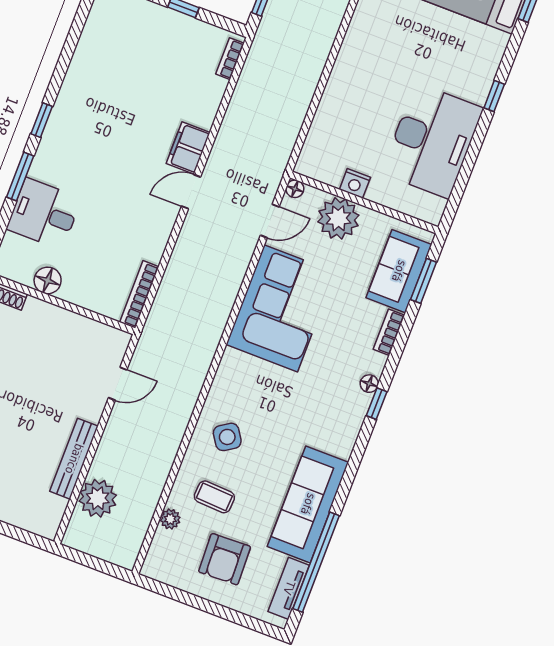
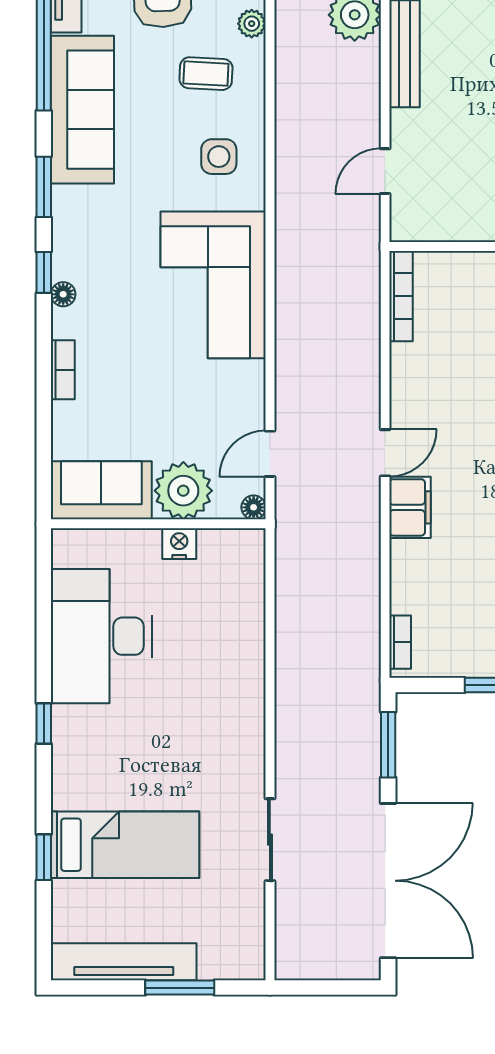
sofa: (399, 271) -> (101, 490), moved, turned -90
window: (424, 281) -> (44, 187), moved
corner sofa: (281, 308) -> (213, 285), moved
side table: (227, 437) -> (219, 157), turned 33

